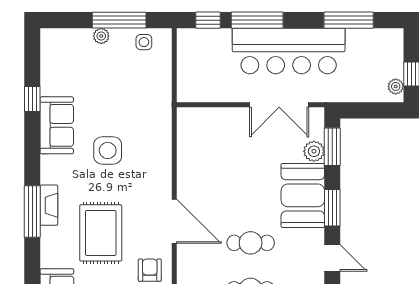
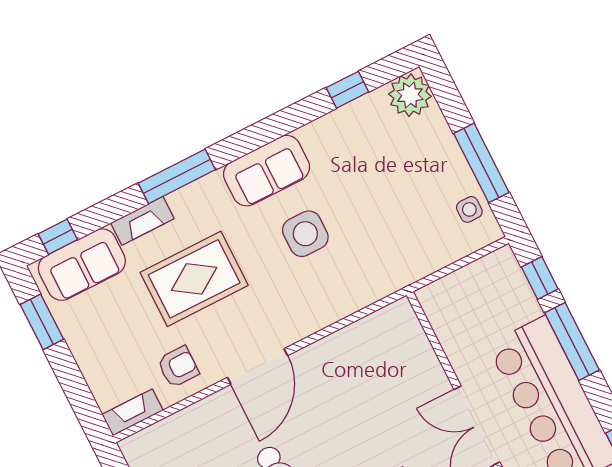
plant: (101, 36) -> (410, 95), moved, width x1.88, depth x1.88
window: (32, 99) -> (347, 90), moved
sofa: (57, 125) -> (267, 171), moved
fireplace: (49, 205) -> (142, 221), moved

